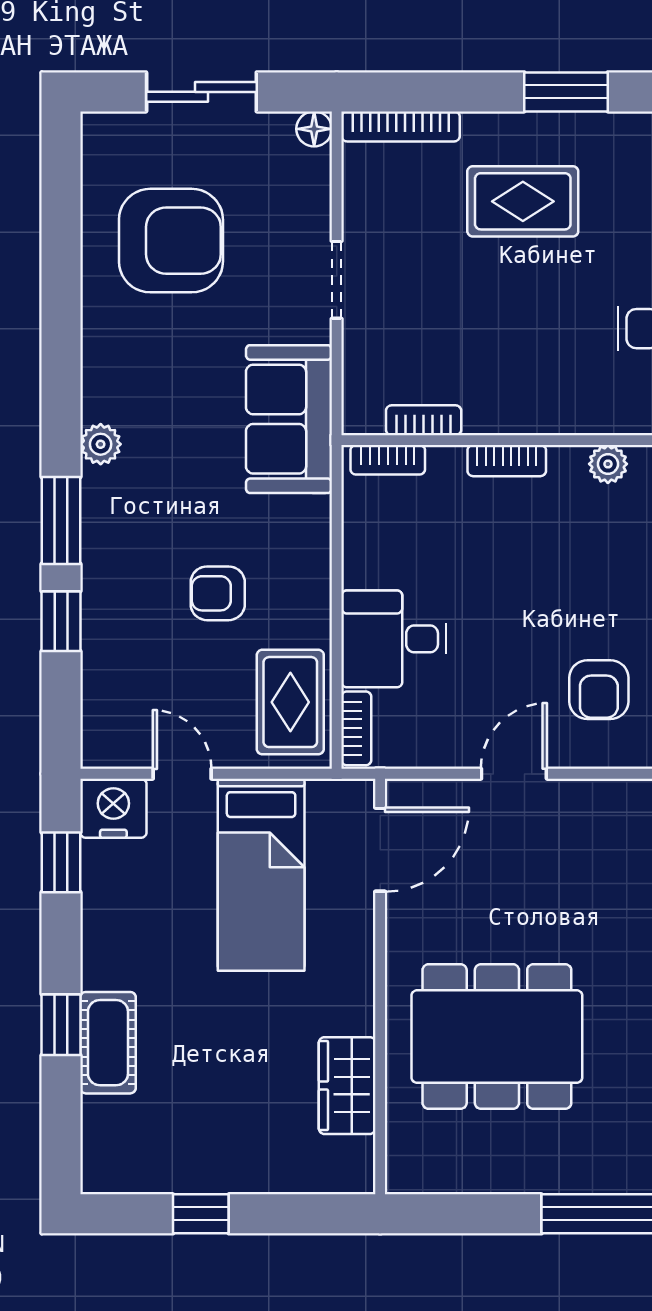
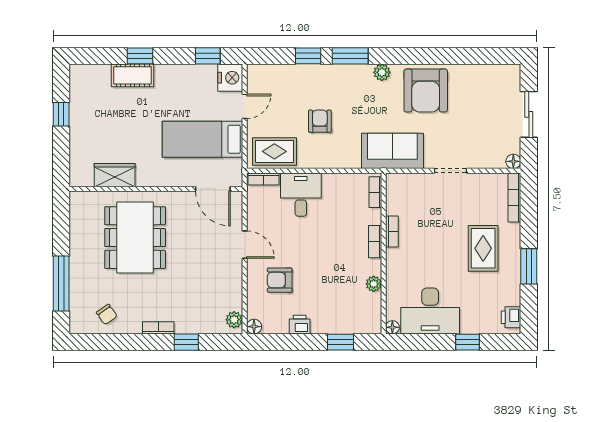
armchair: (171, 241) -> (426, 91), moved
bookcase: (424, 420) -> (392, 231), moved

